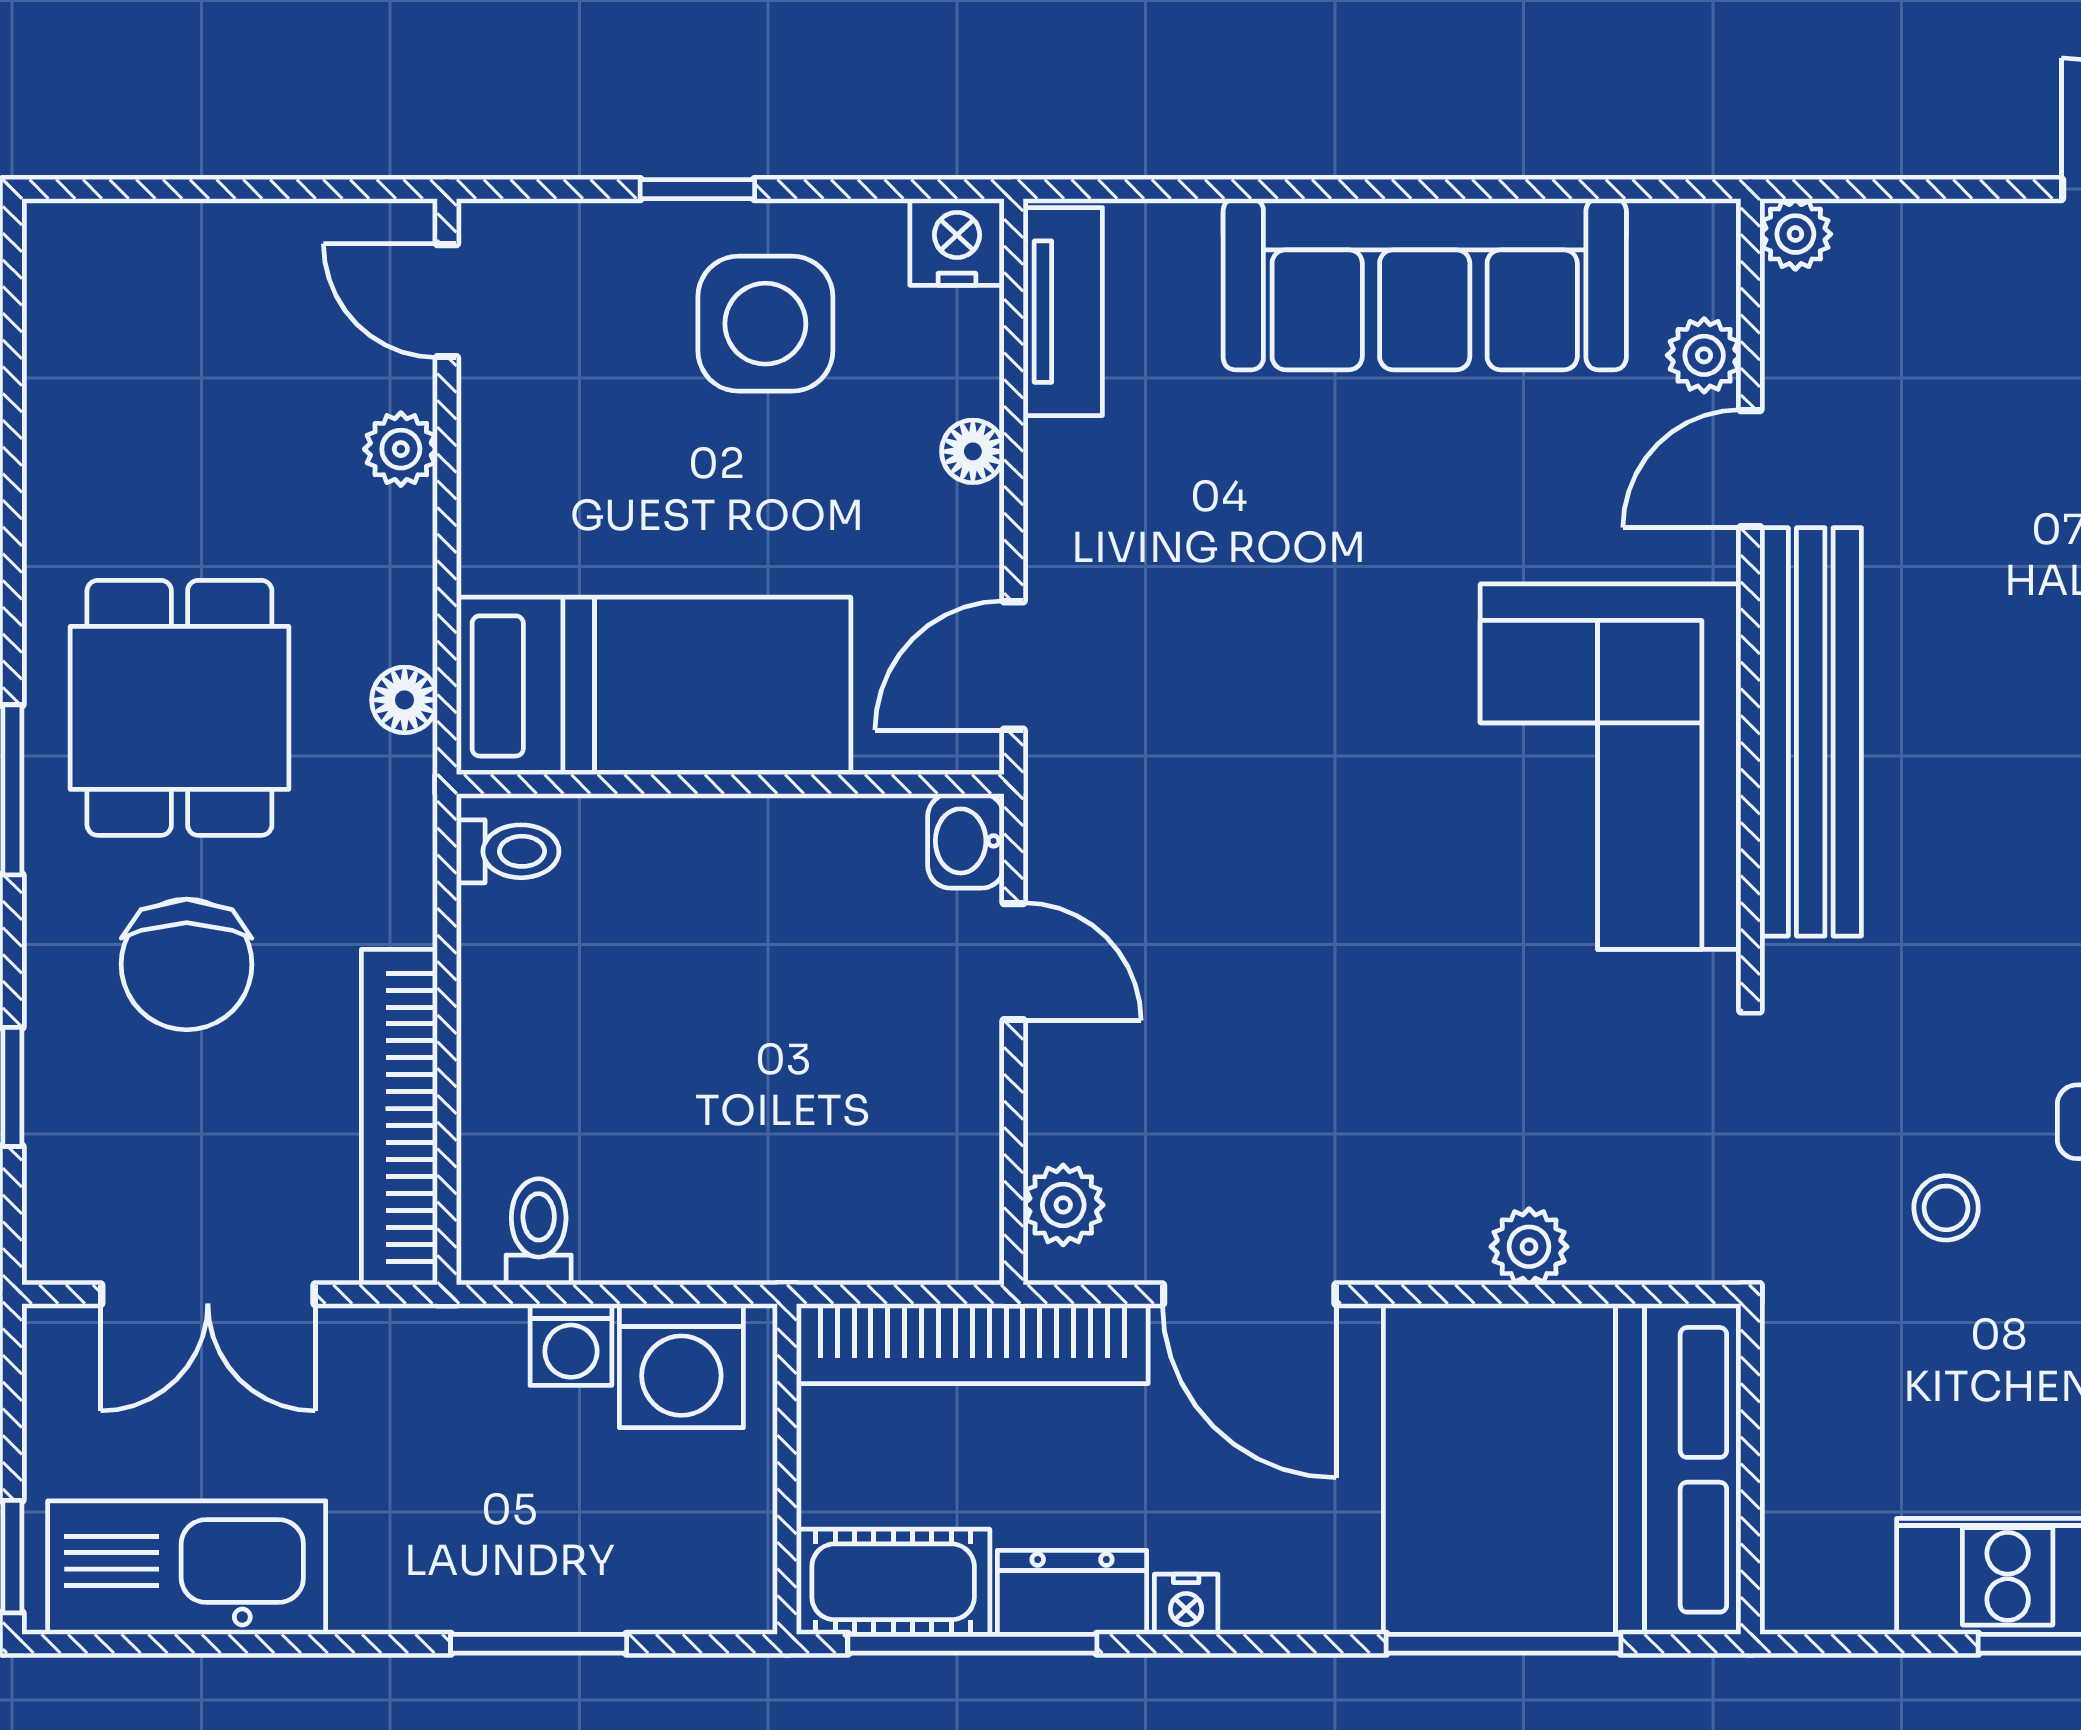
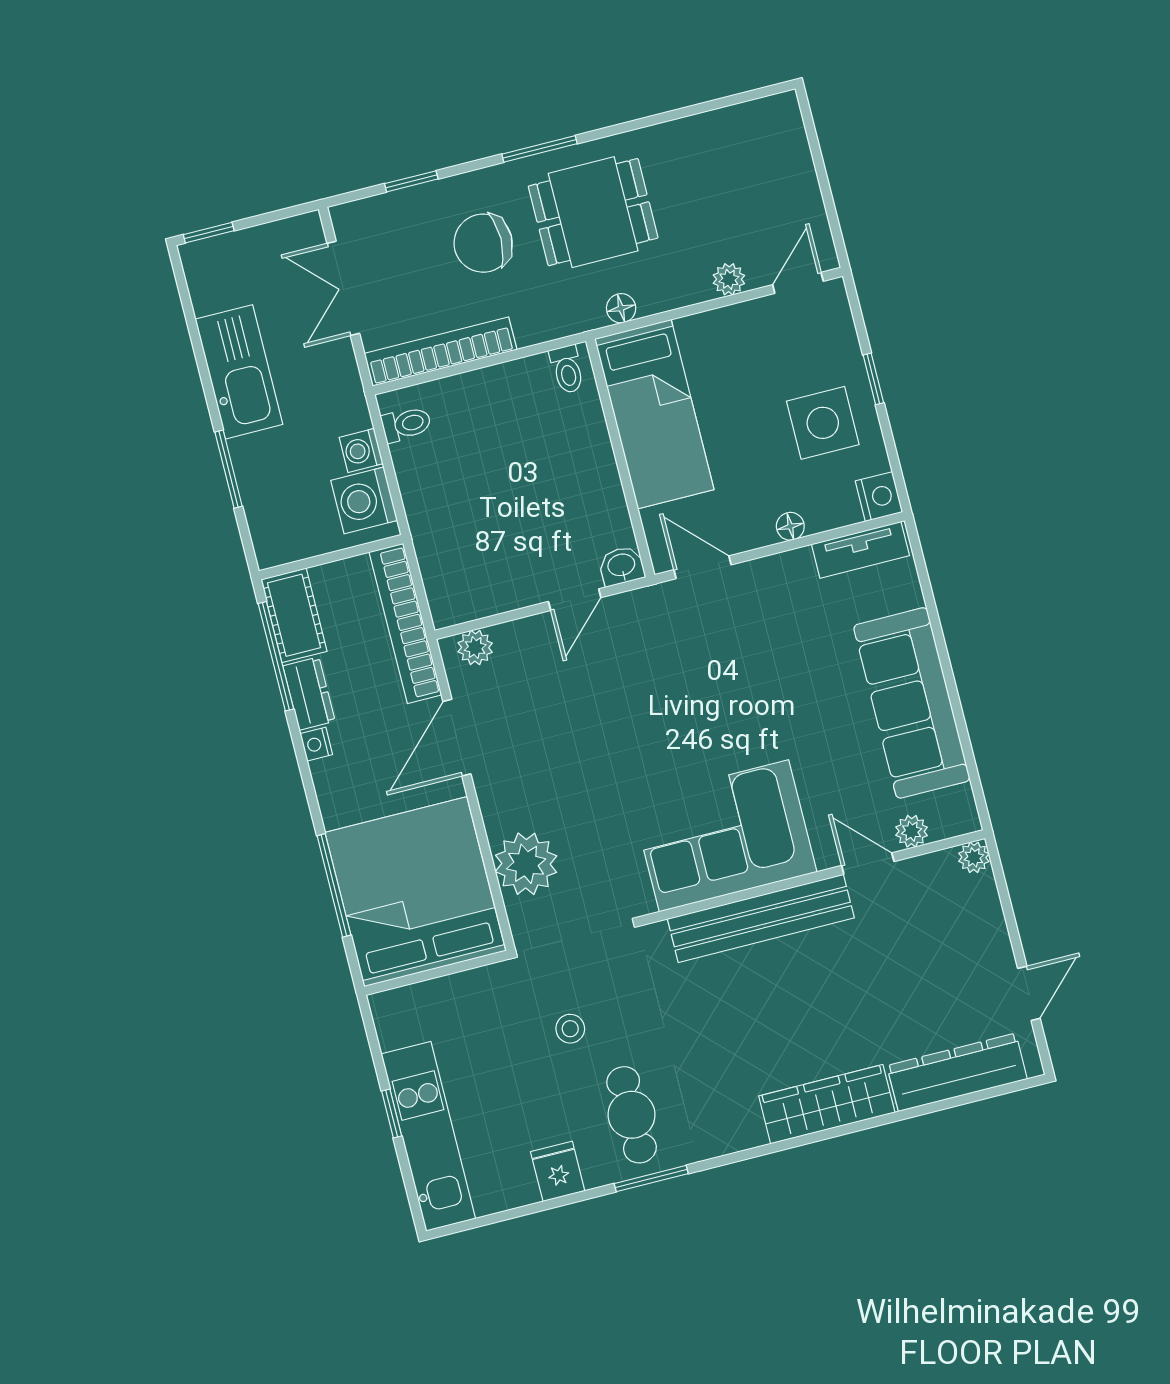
plant: (1529, 1247) -> (526, 864), width x1.88, depth x1.88
kitchen sink: (187, 1568) -> (239, 372), moved

